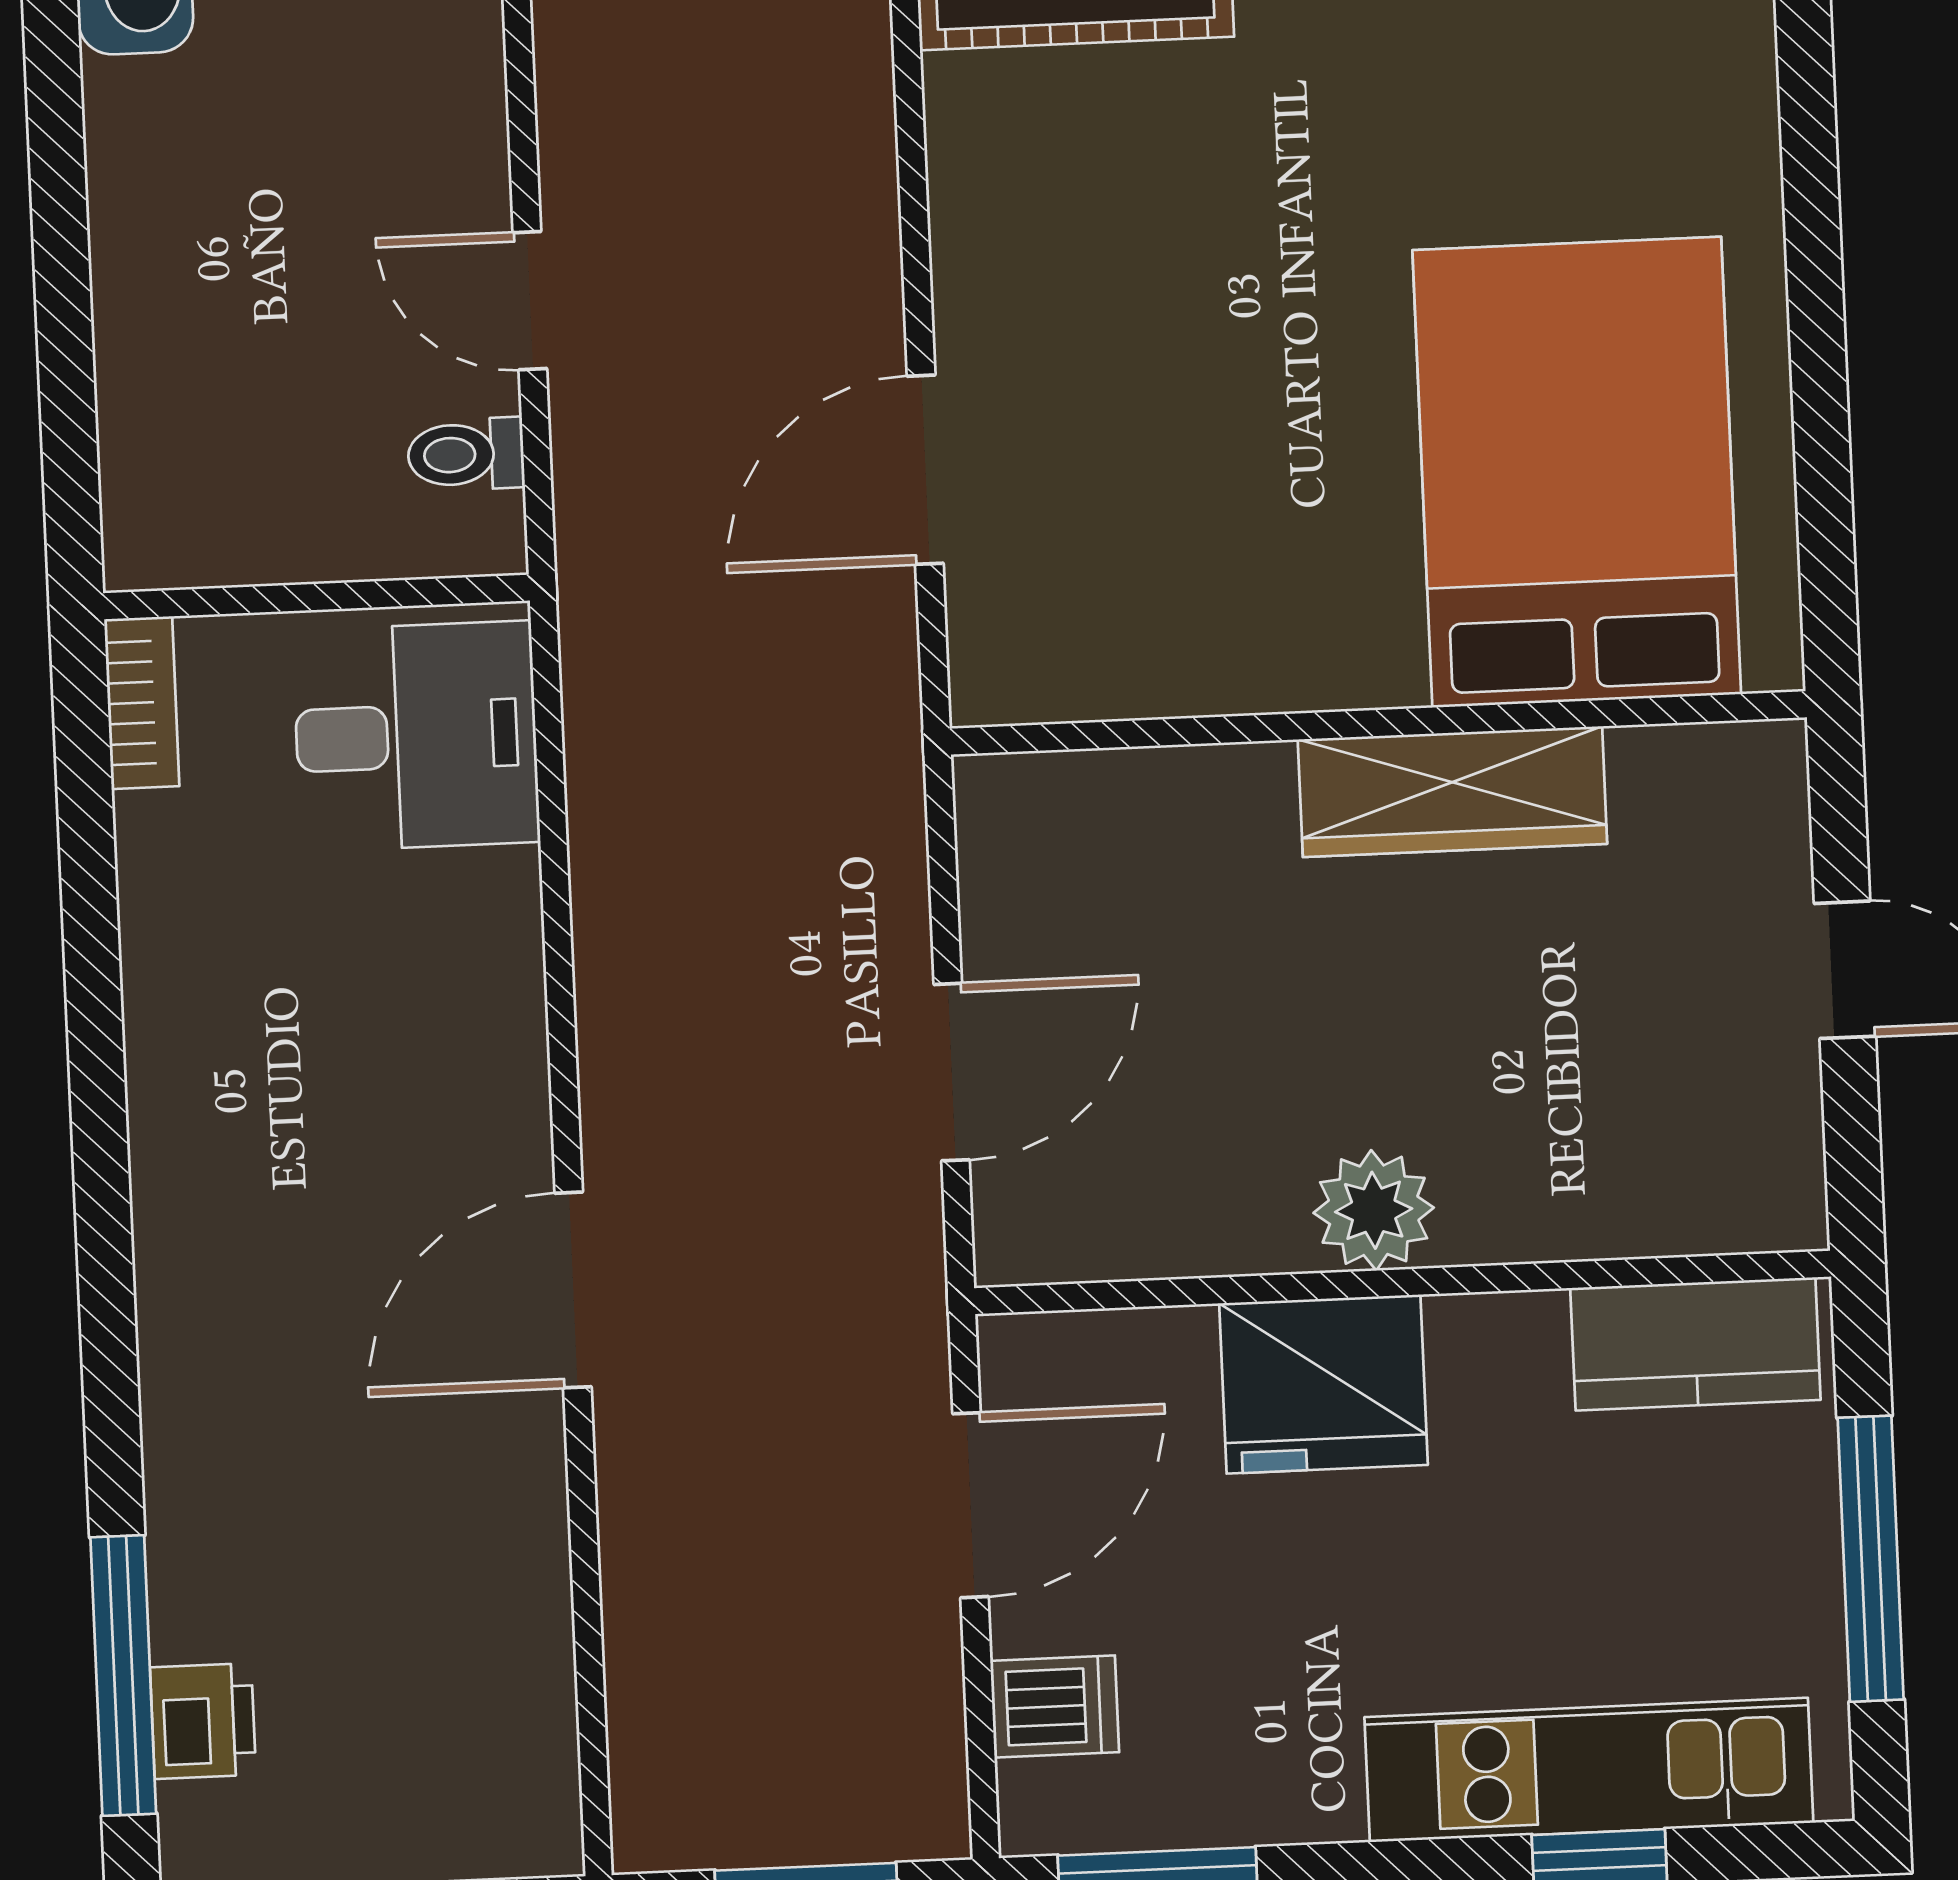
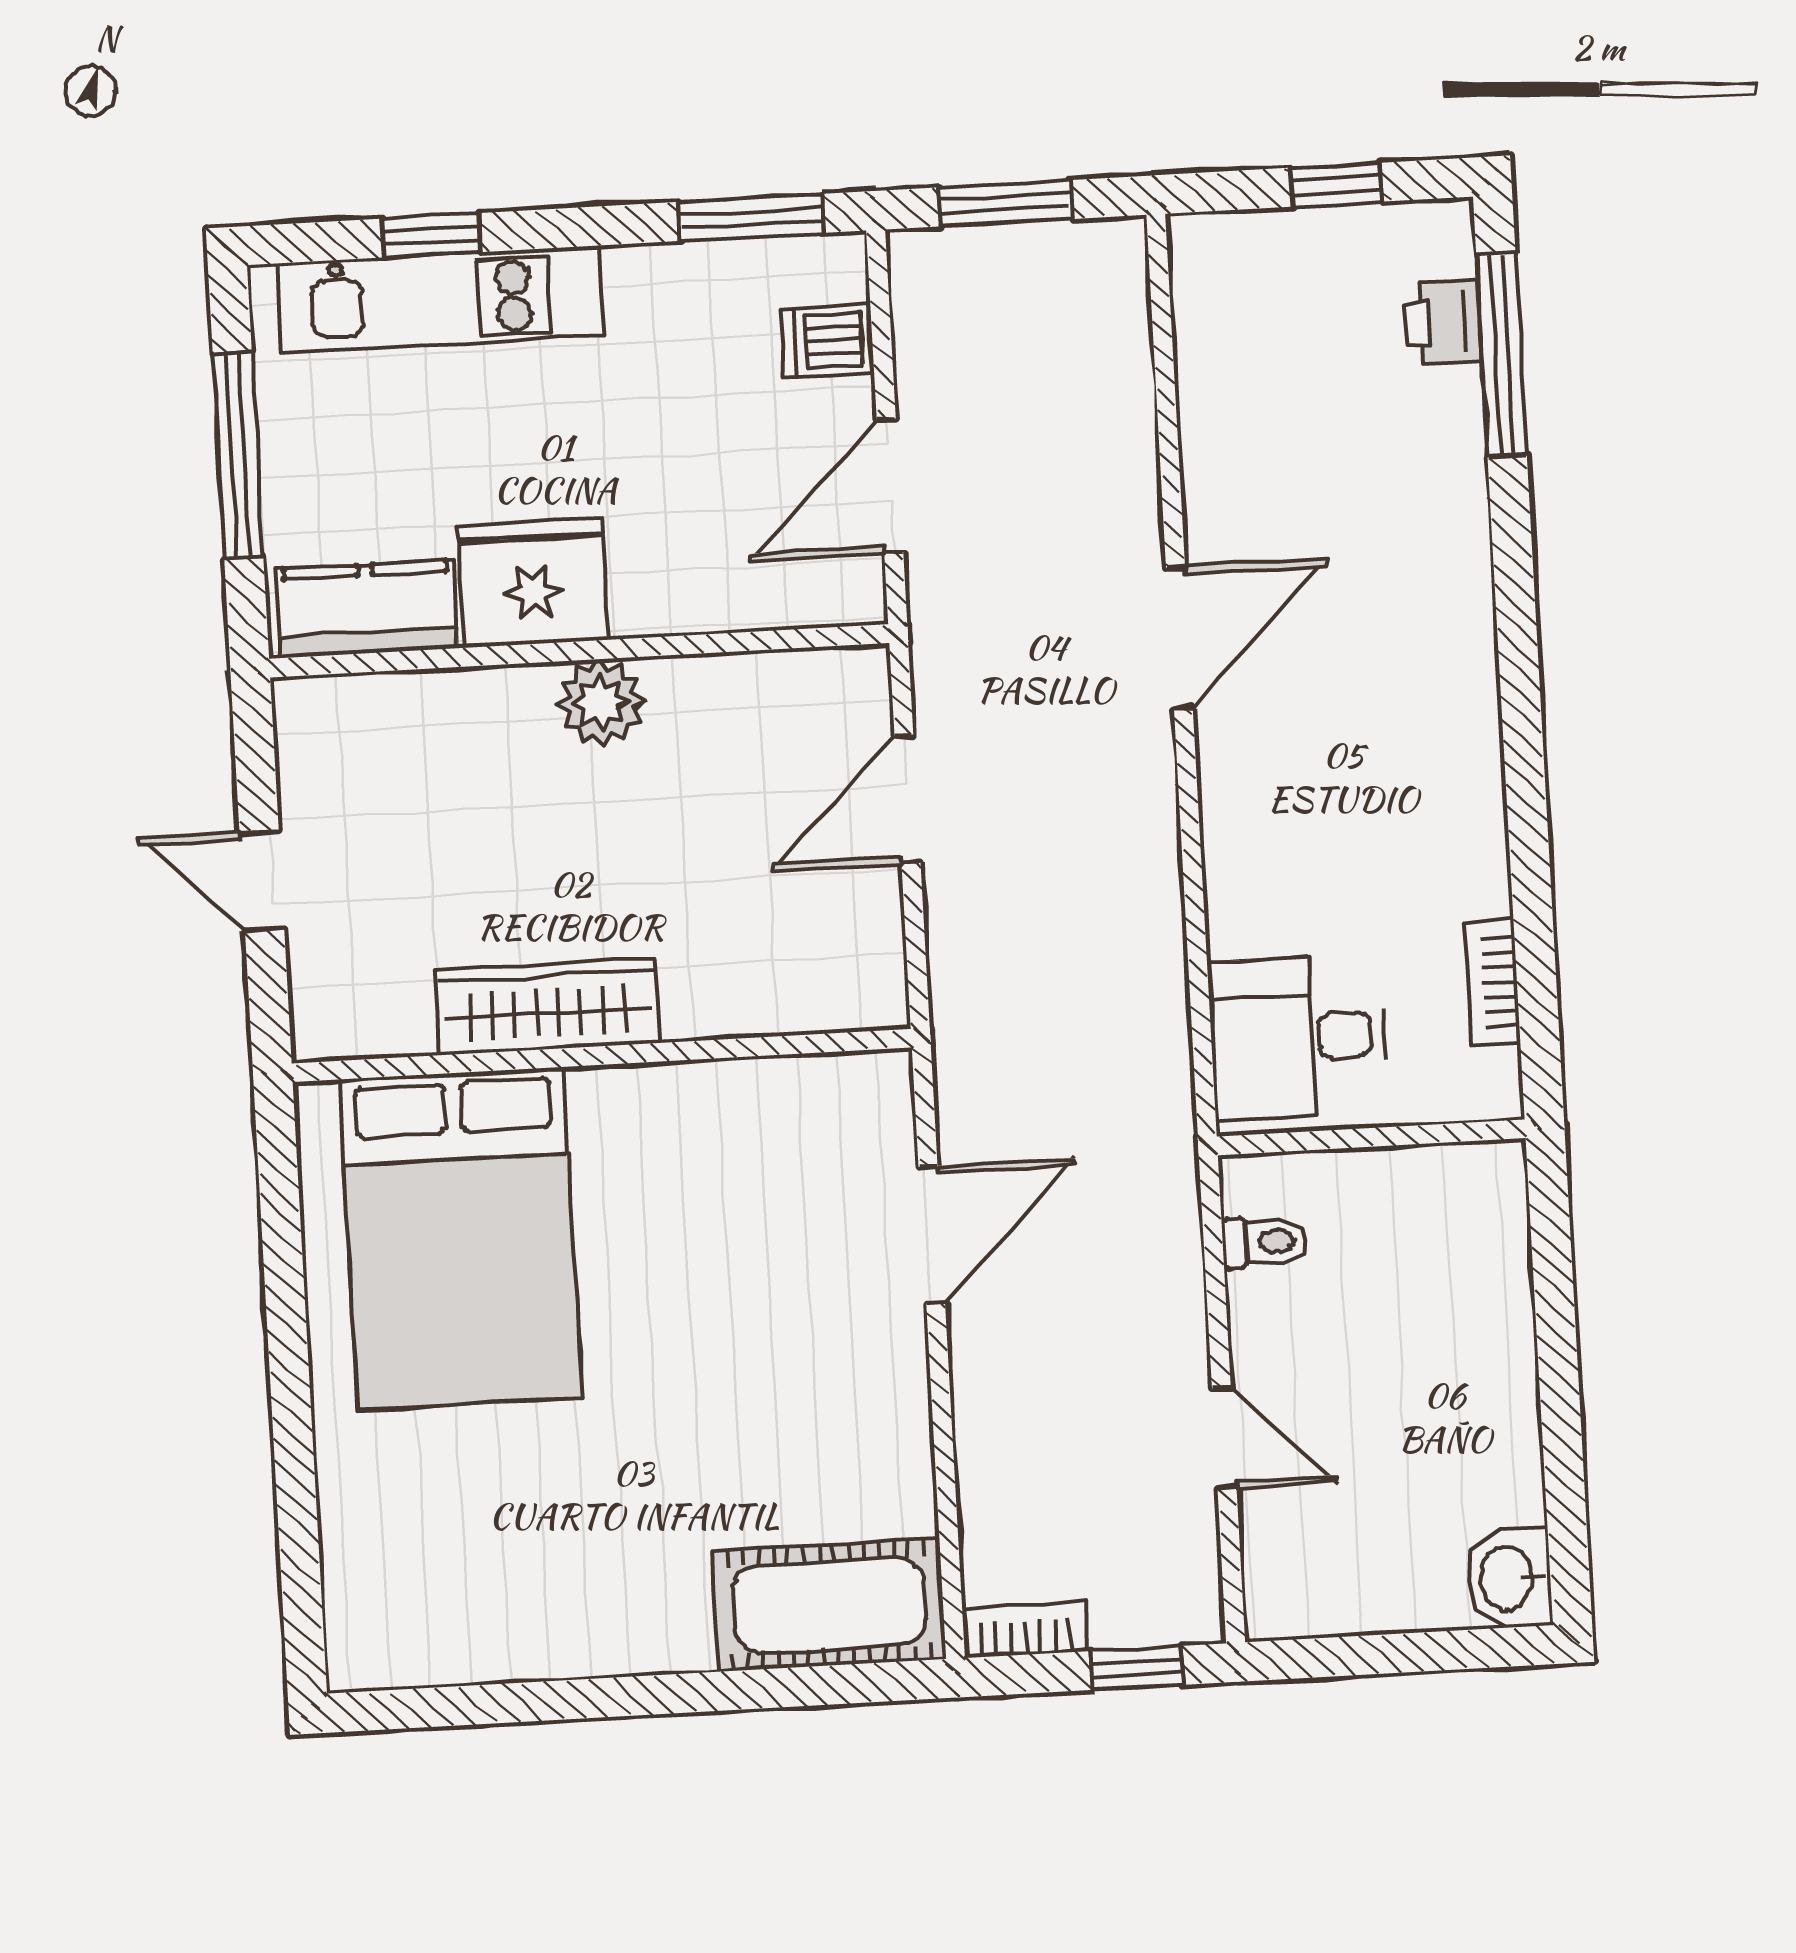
door: (530, 301) -> (1224, 1438), moved
bookcase: (142, 703) -> (1492, 982), moved
fridge: (1323, 1384) -> (533, 582), moved

